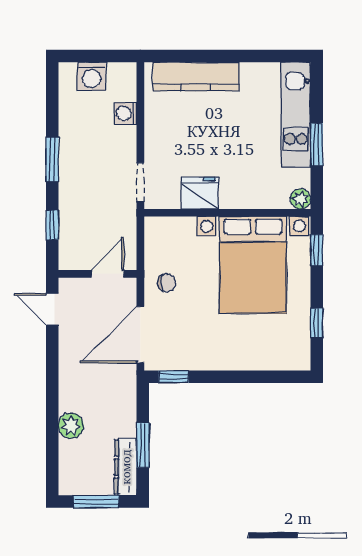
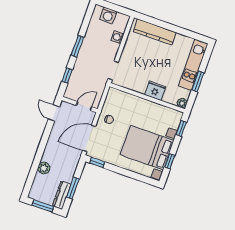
fridge: (200, 193) -> (155, 91), moved
bed with nightstands: (253, 265) -> (147, 148), moved, turned 90

